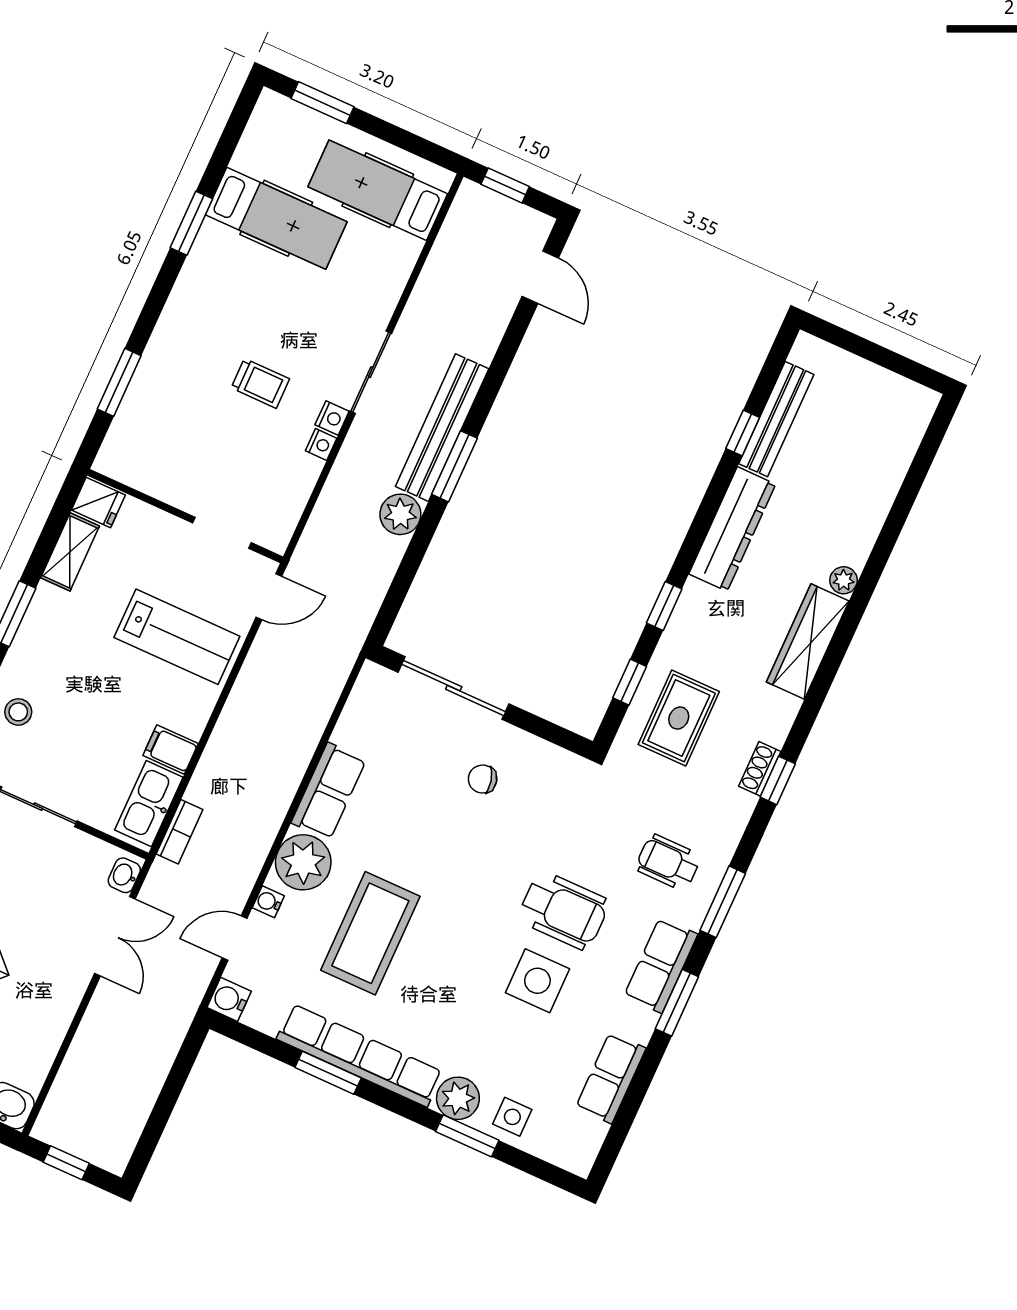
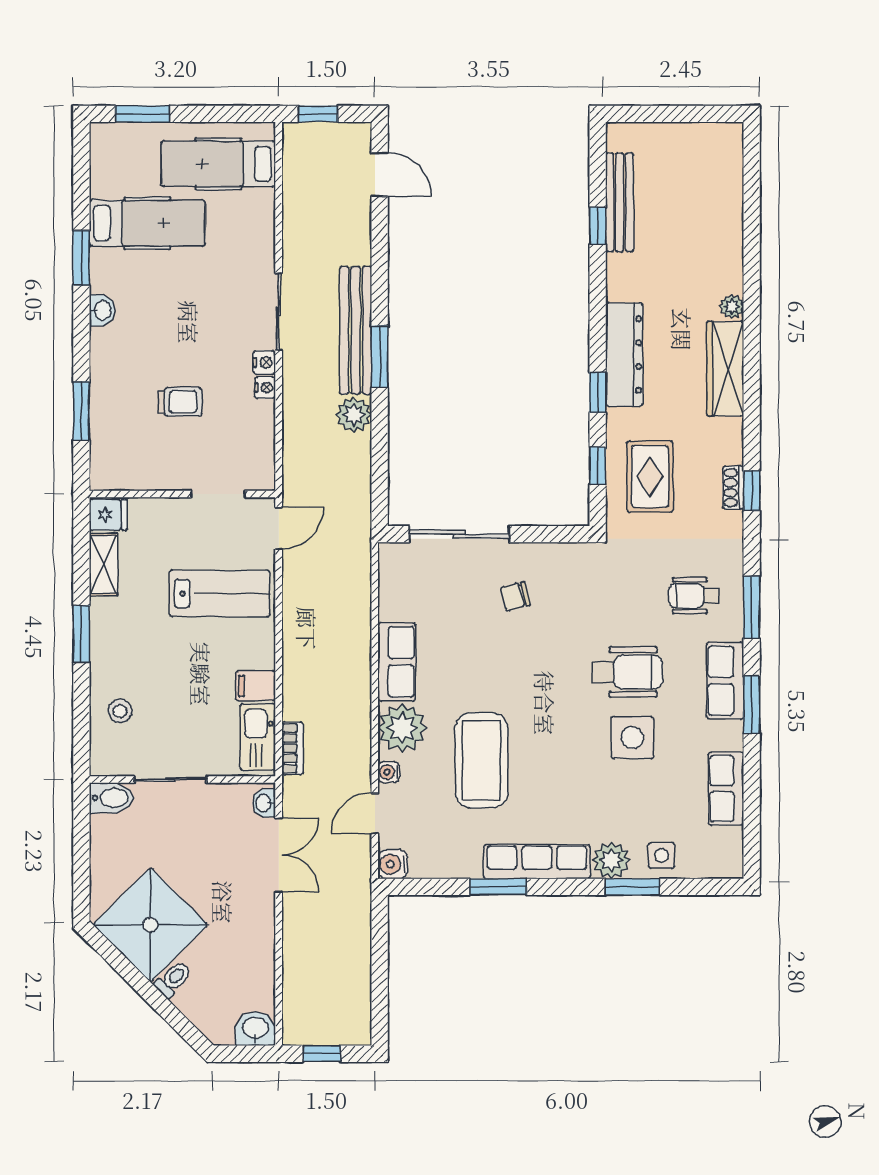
washbasin: (188, 287) -> (102, 310), added
trolley: (260, 383) -> (180, 402), moved
dresser: (732, 529) -> (624, 355), moved
row of seats: (360, 1055) -> (537, 862), width x0.73

